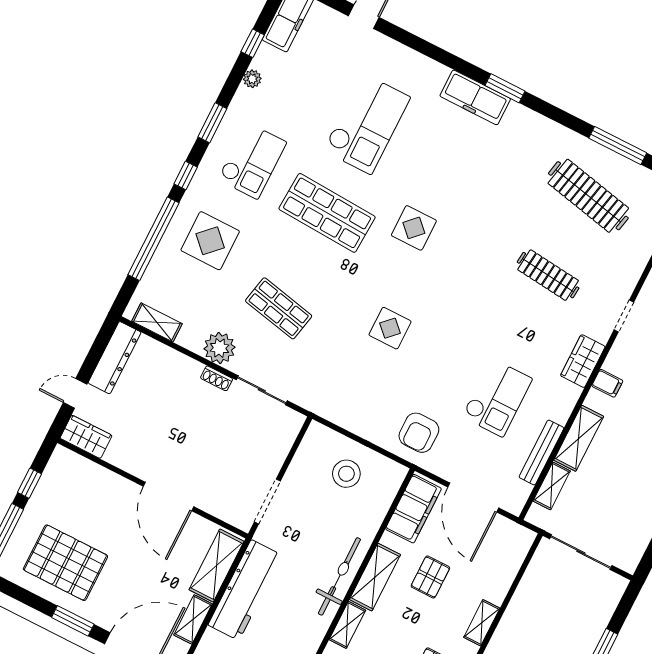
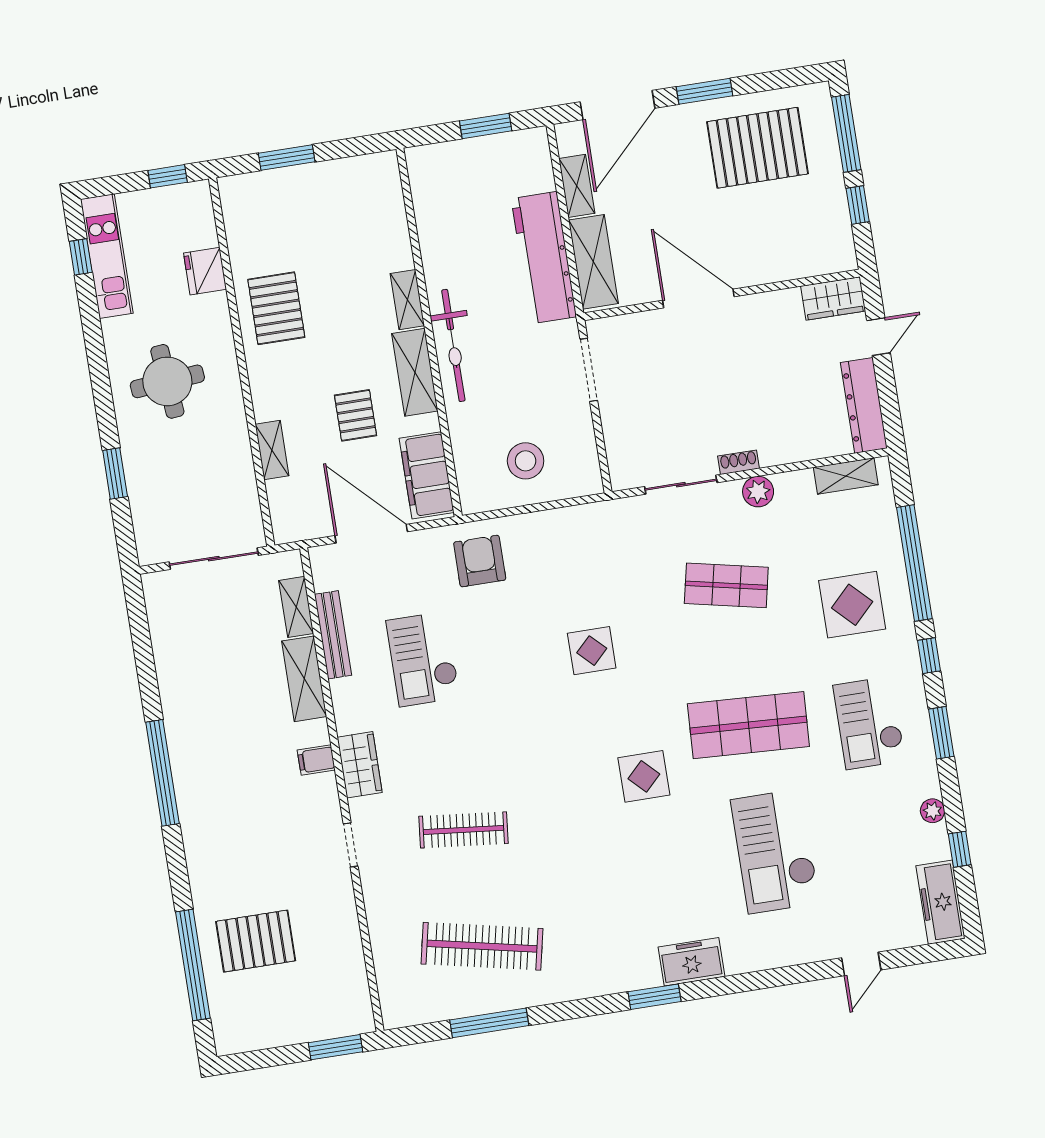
freezer: (475, 97) -> (691, 962), width x0.71
plant: (219, 348) -> (758, 492), width x0.73, depth x0.73
shelving: (482, 623) -> (272, 450), moved

